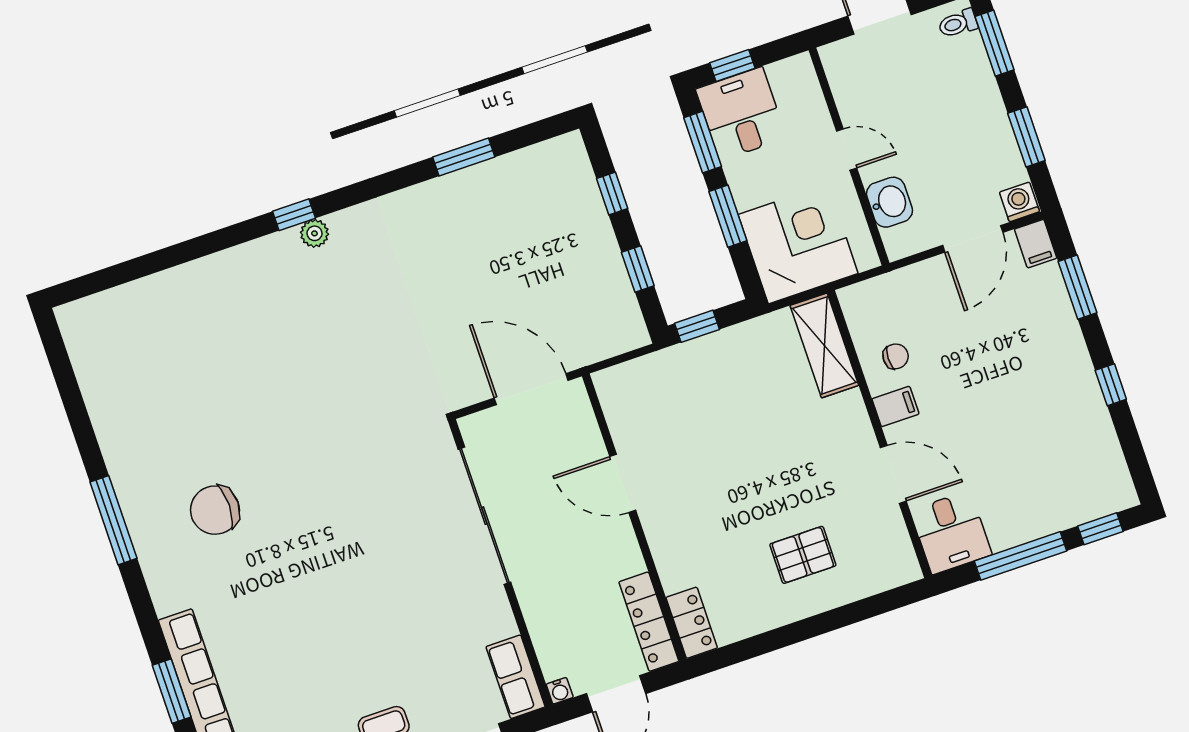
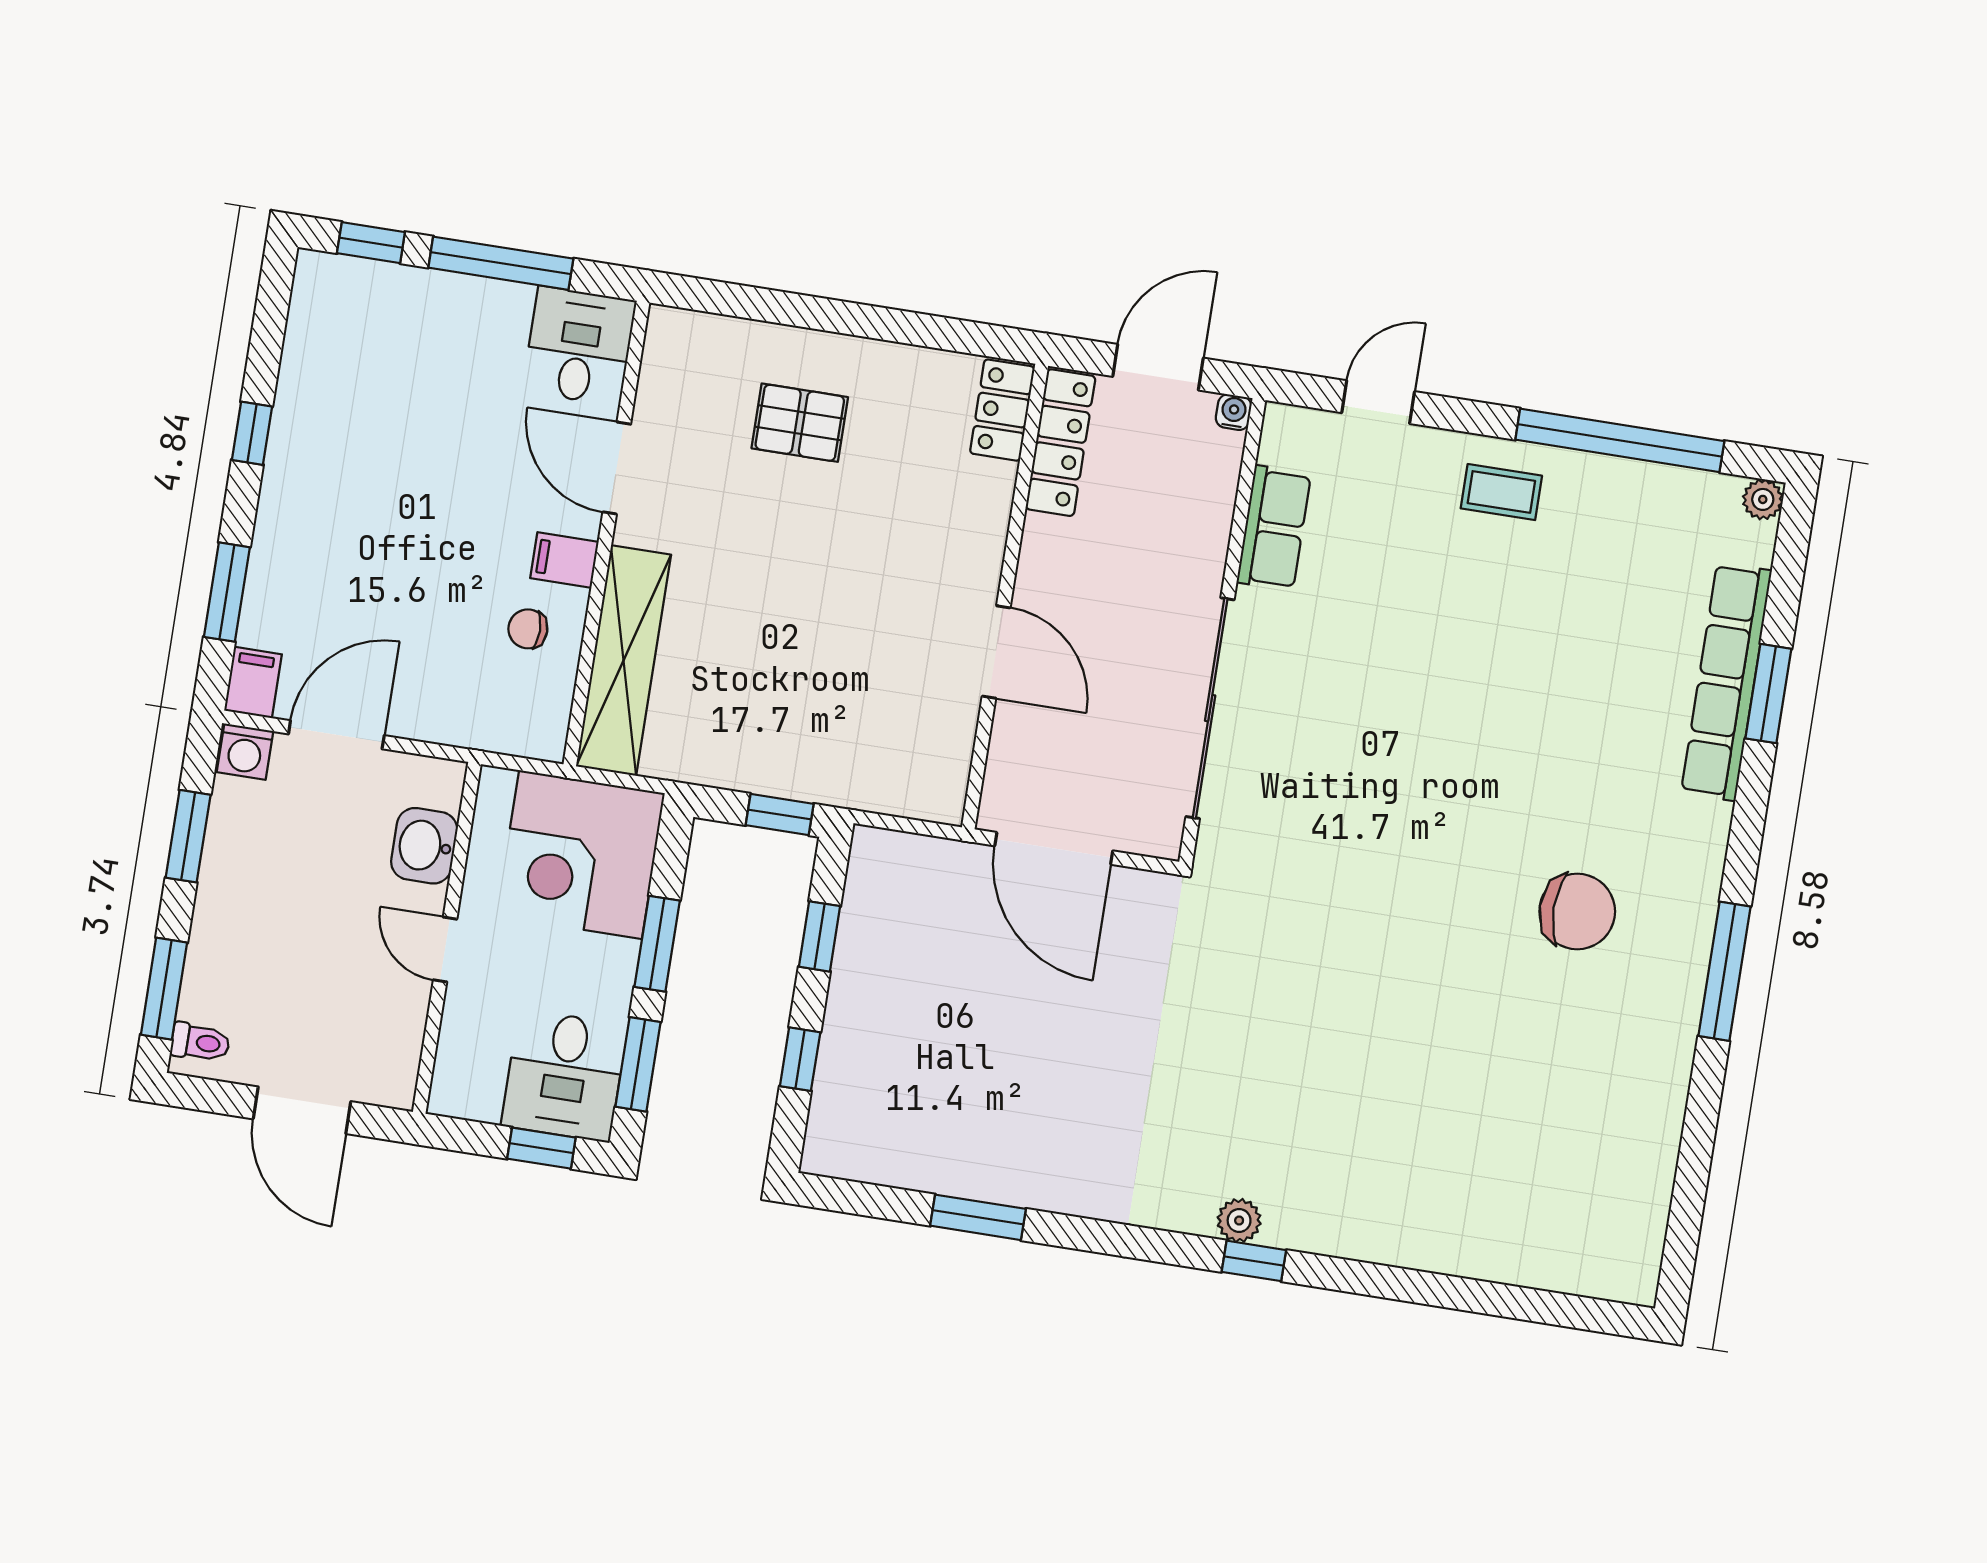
shelving: (824, 345) -> (624, 661), width x1.47
row of seats: (516, 677) -> (1274, 528), moved

